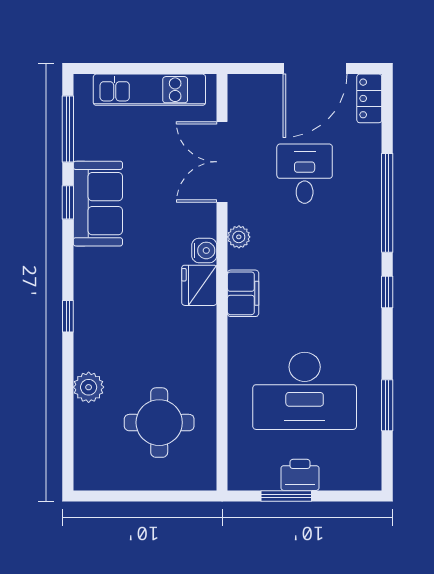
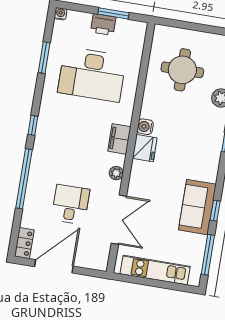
desk: (305, 174) -> (71, 204), turned 180
water cooler: (204, 250) -> (145, 127), moved
desk: (305, 391) -> (92, 74), turned 180
water cooler: (372, 481) -> (61, 14), added

